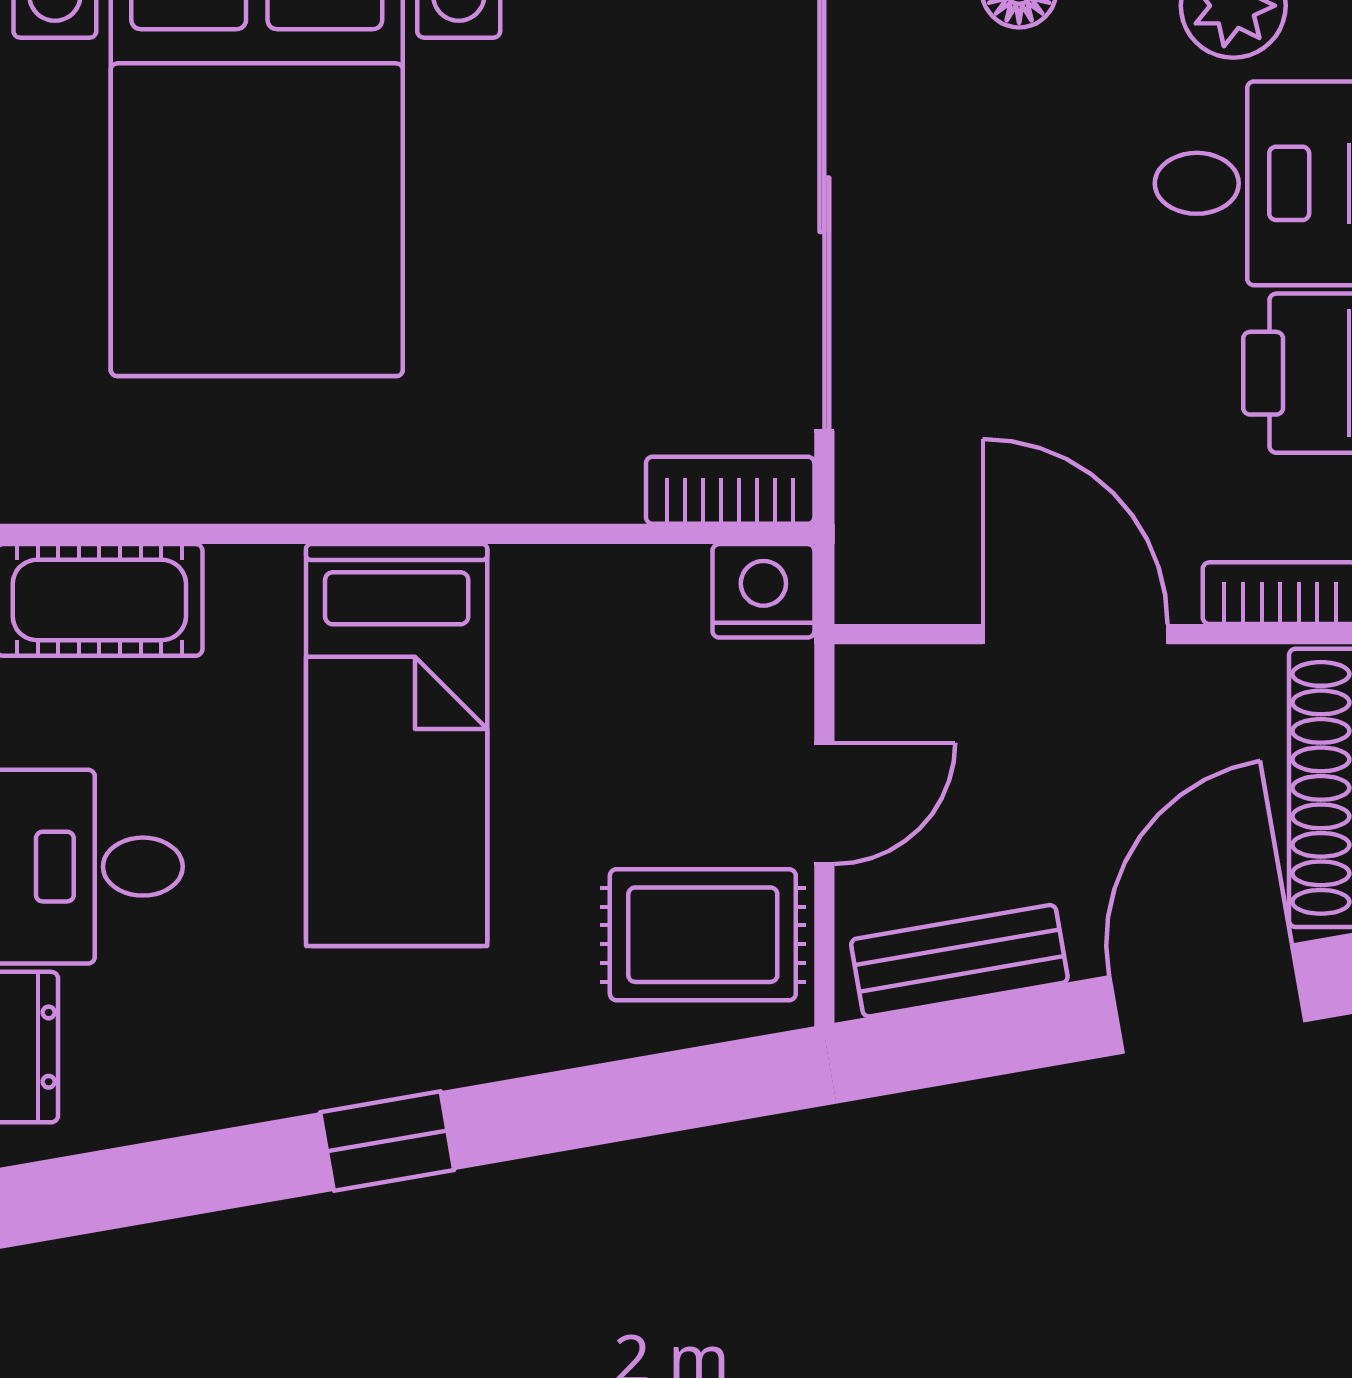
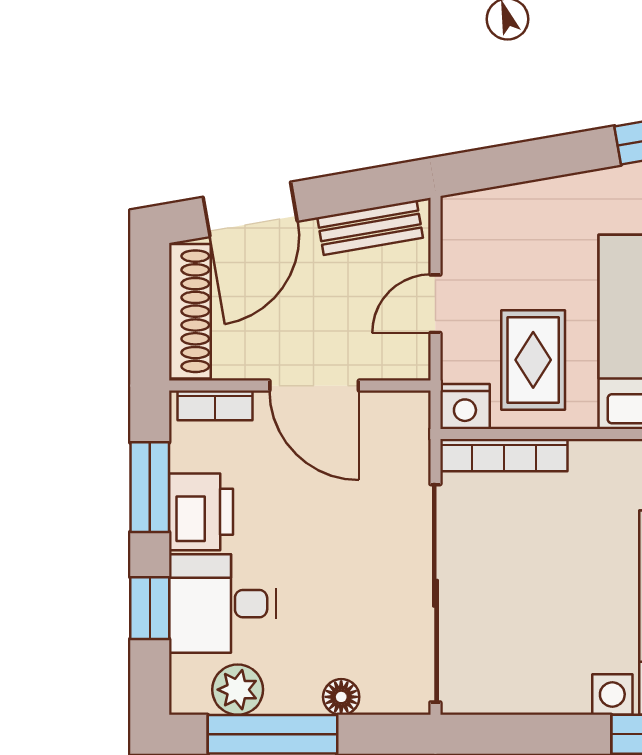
bookcase: (730, 490) -> (504, 455), width x1.56
rug: (703, 935) -> (533, 360), moved, turned 90

